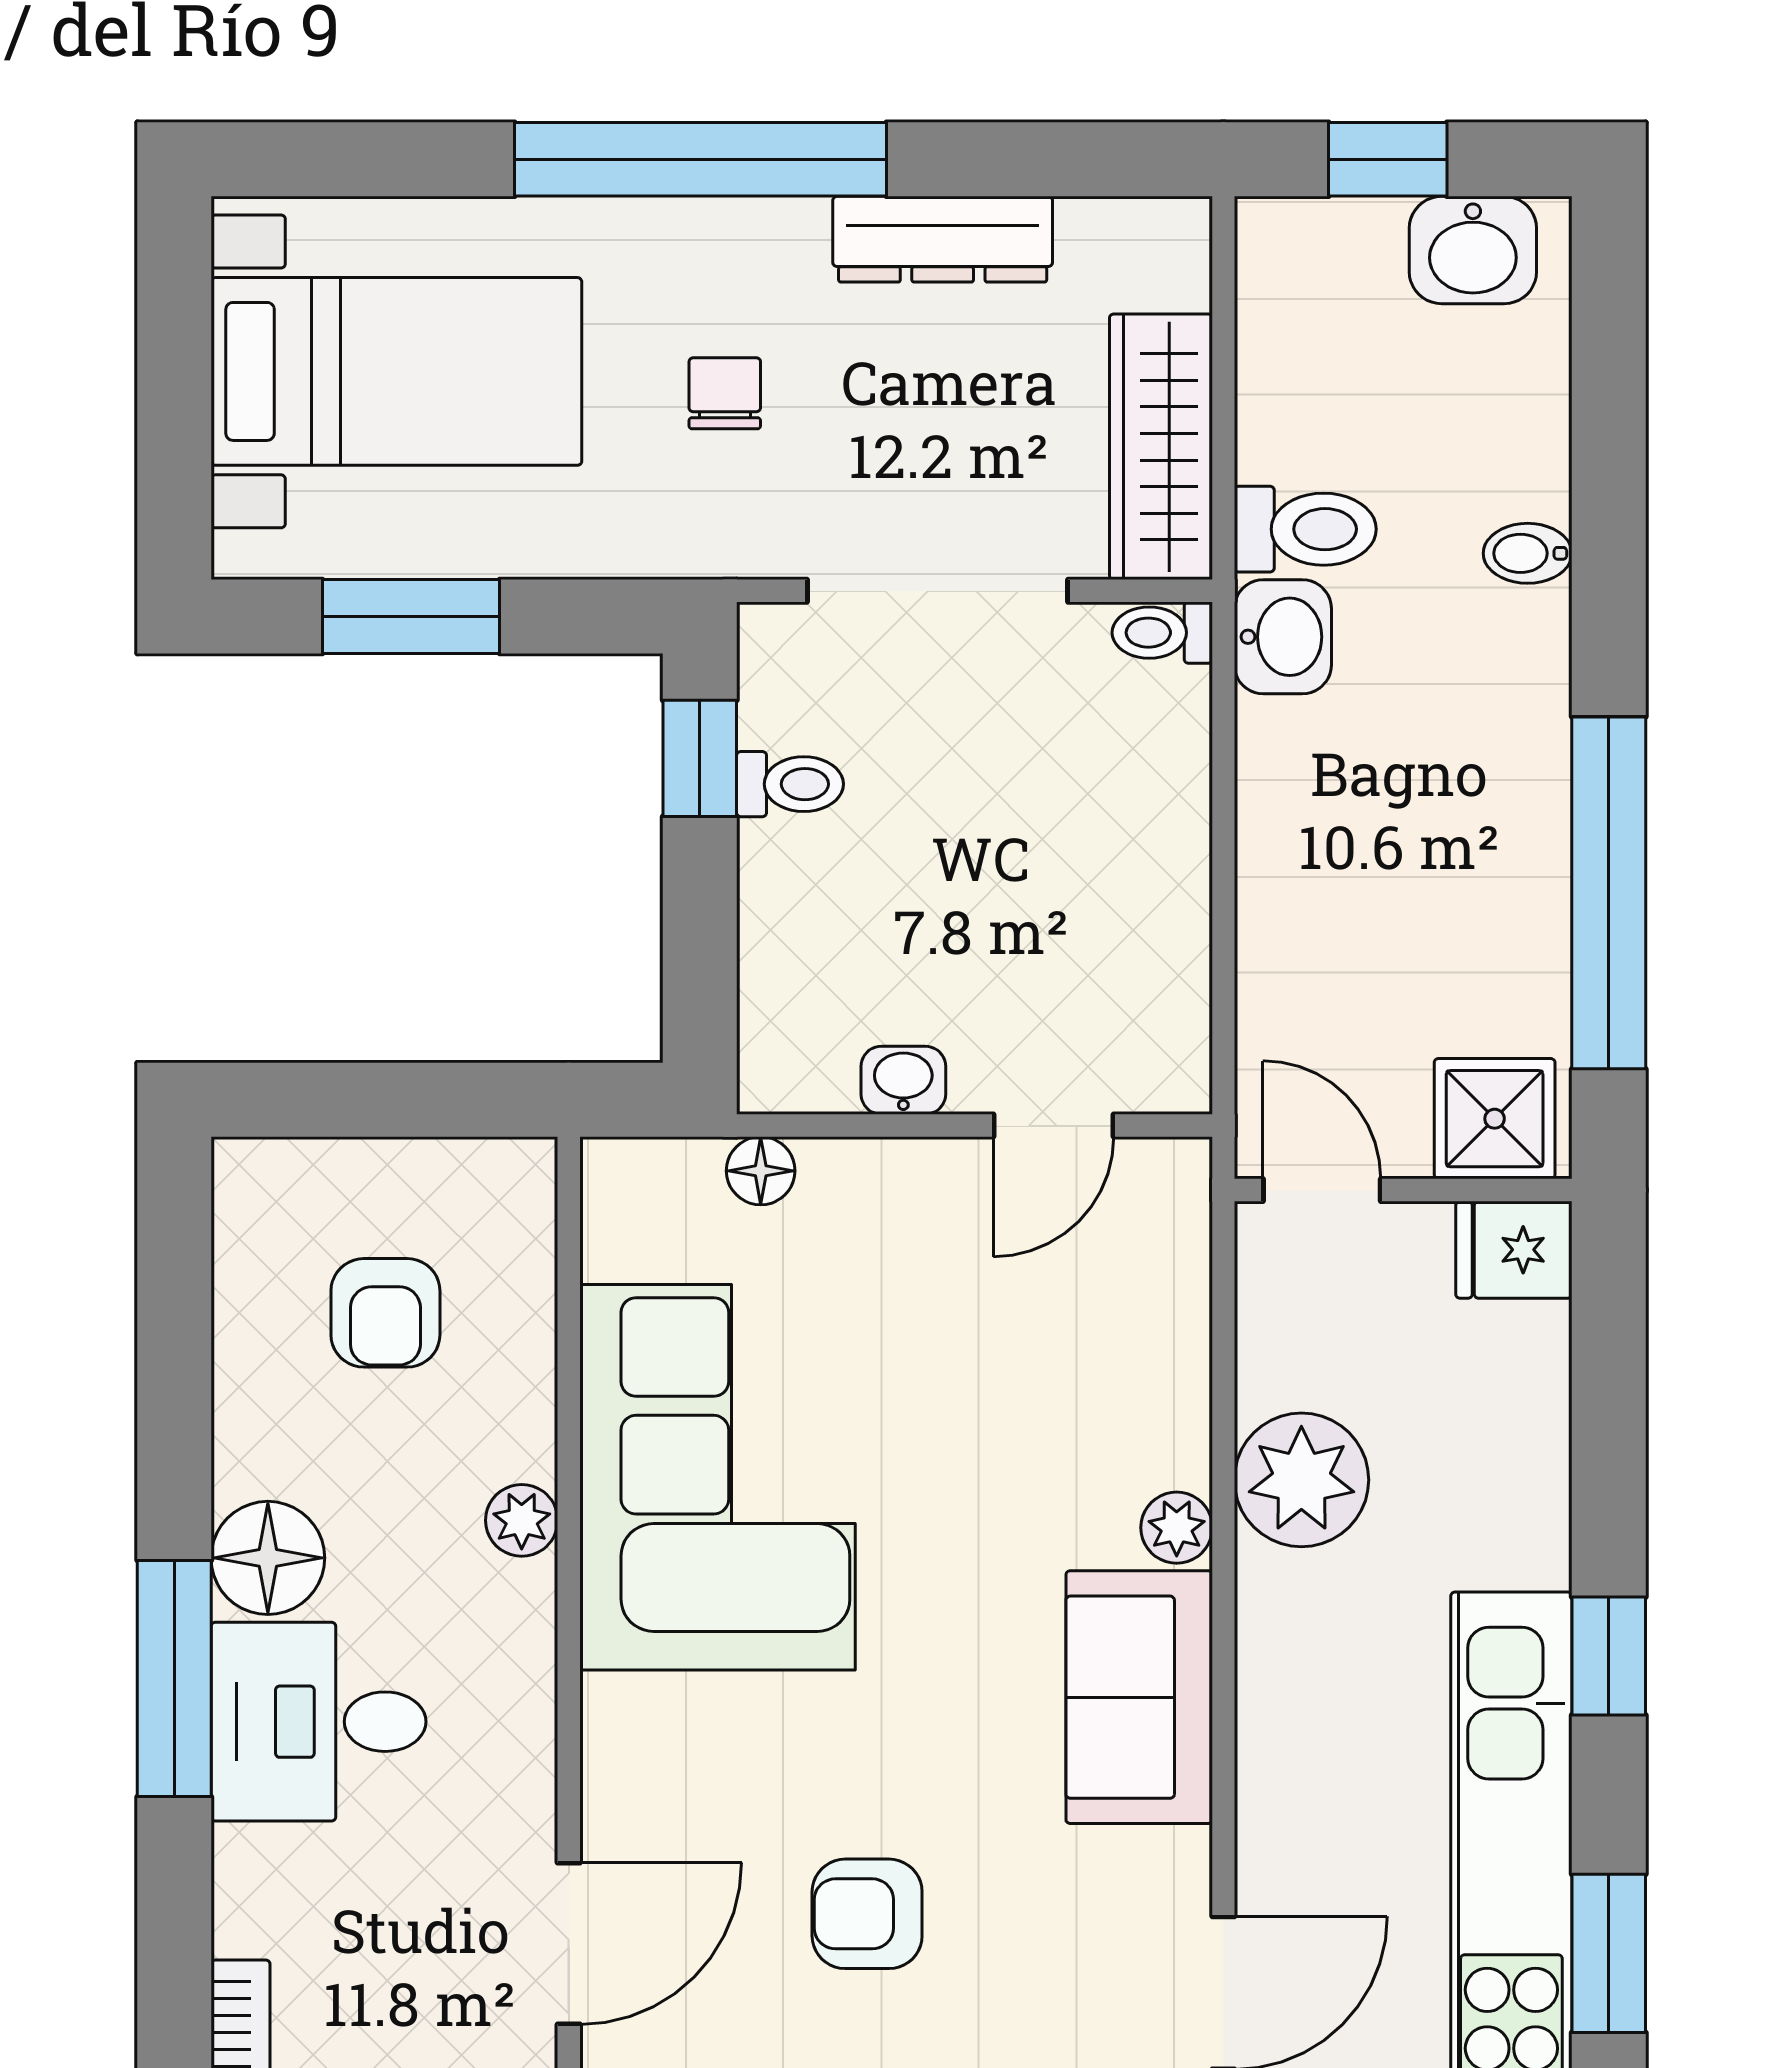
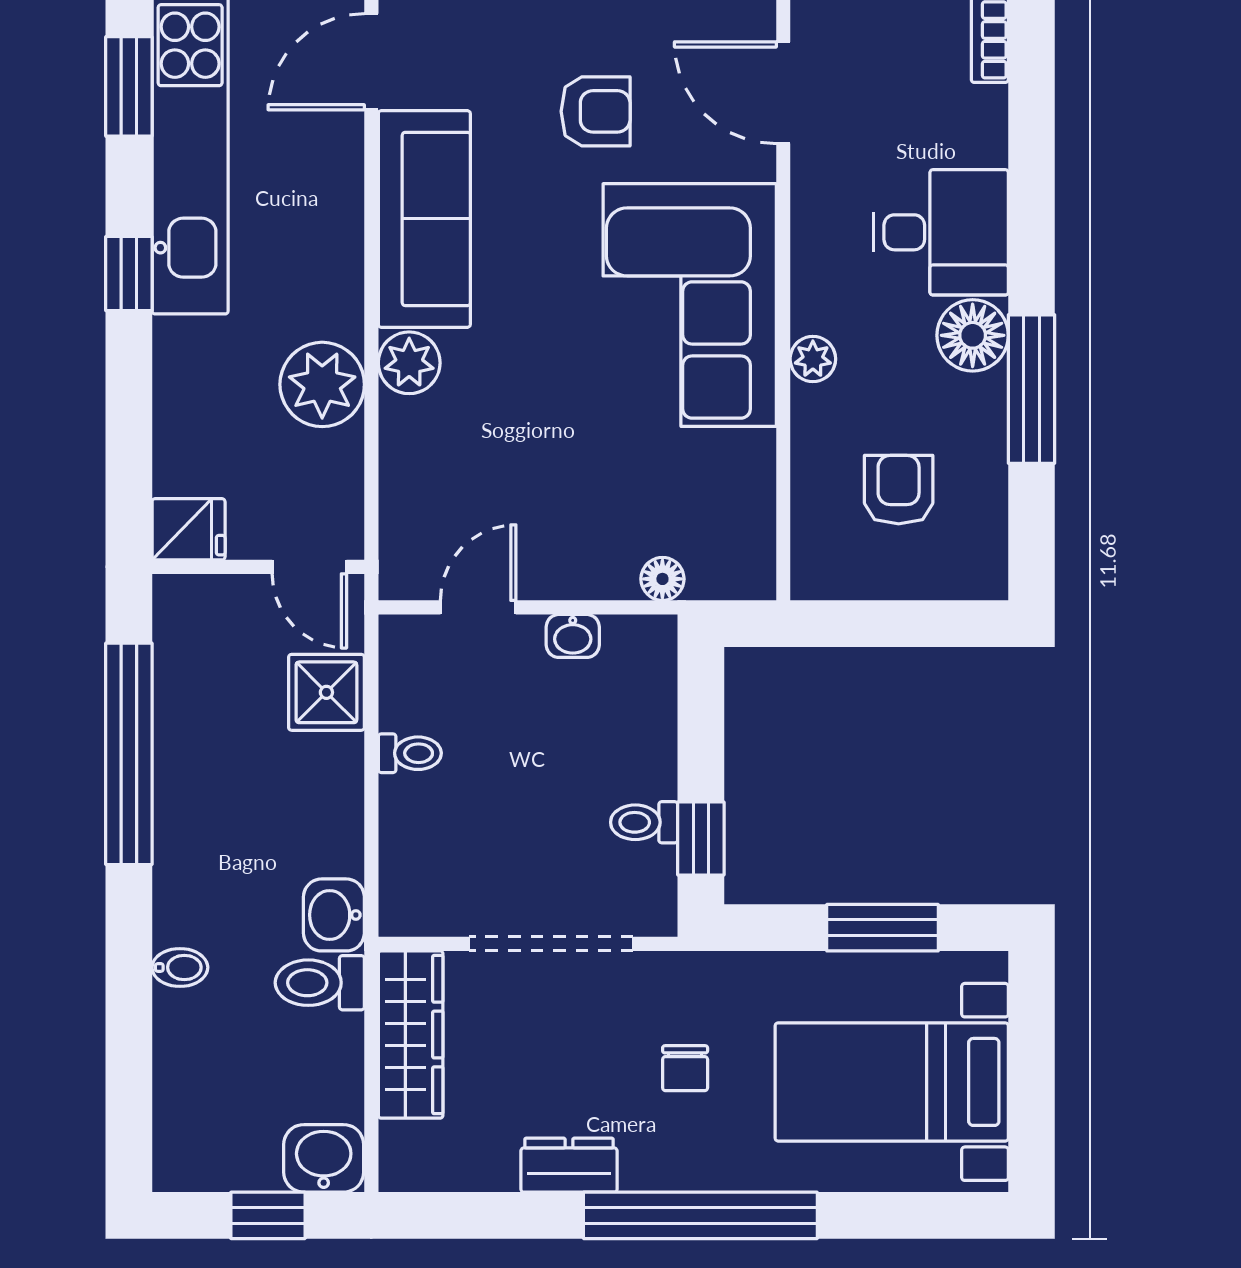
dresser: (943, 239) -> (569, 1165), width x0.70
washbasin: (1473, 250) -> (324, 1158), moved
toilet: (1162, 633) -> (410, 753), moved
shower: (1495, 1119) -> (326, 692), moved
corner sofa: (718, 1477) -> (690, 305), moved
plant: (1177, 1528) -> (409, 363), width x1.38, depth x1.38
window: (174, 1679) -> (1032, 389), moved
sofa: (1139, 1697) -> (424, 219), width x1.36
door: (569, 1943) -> (783, 93), hinge flipped

